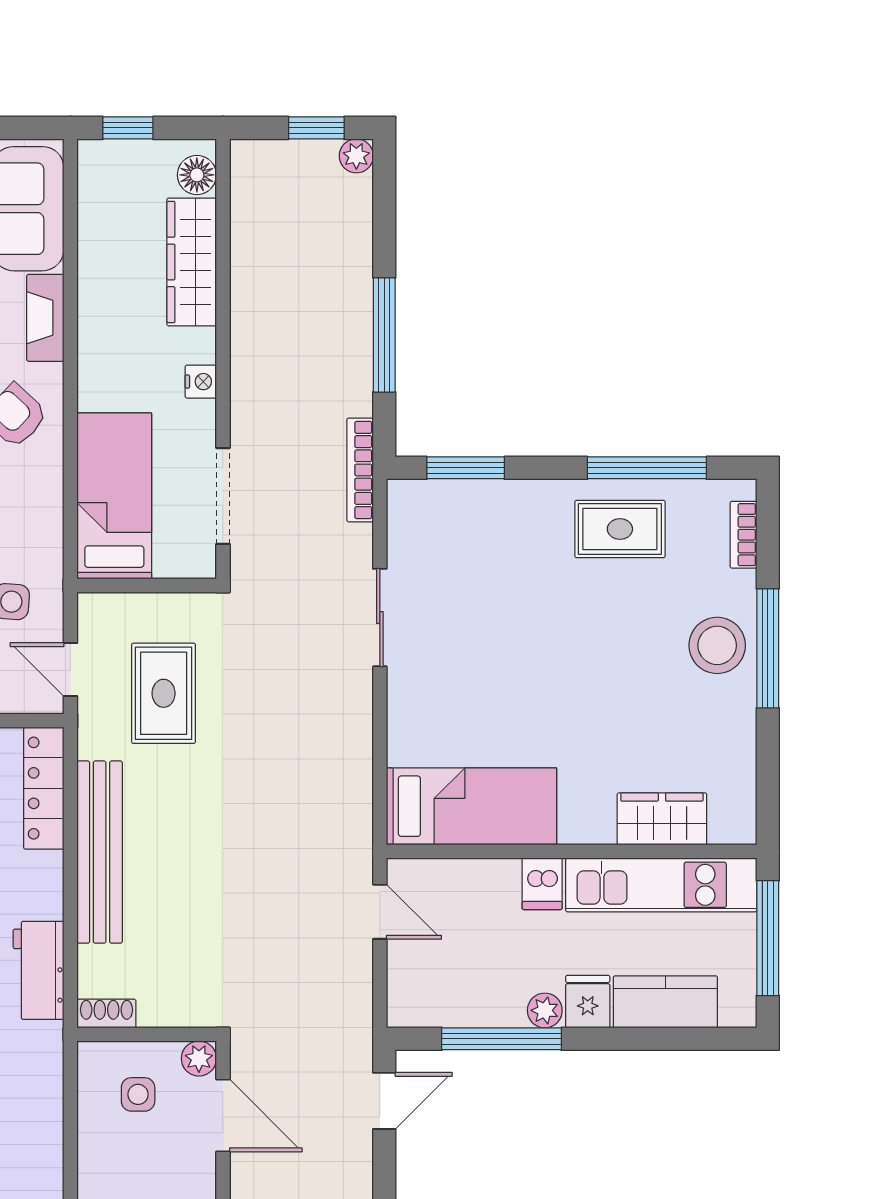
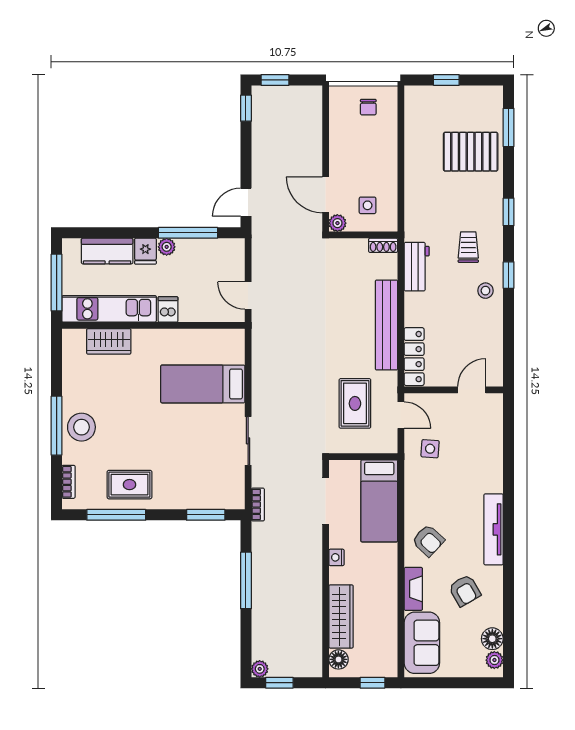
bookcase: (360, 470) -> (258, 505), width x0.64
bed: (472, 806) -> (203, 384), moved

